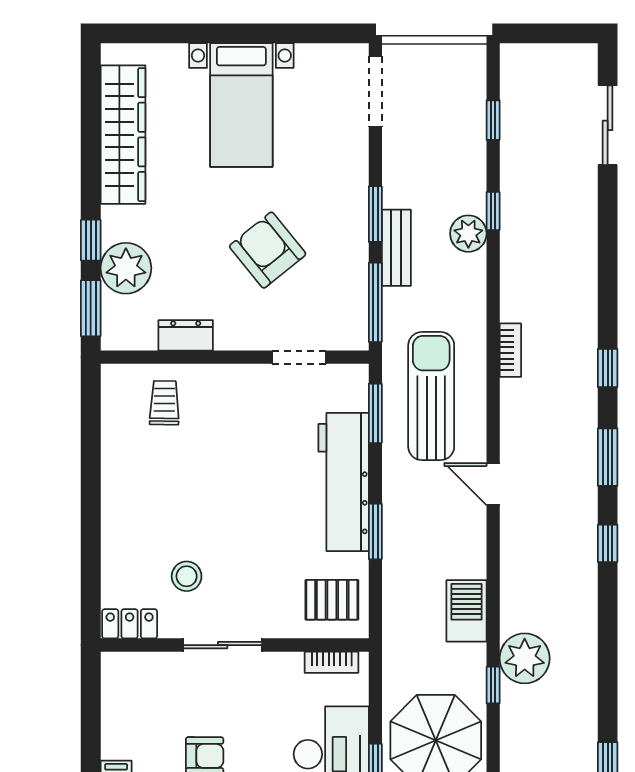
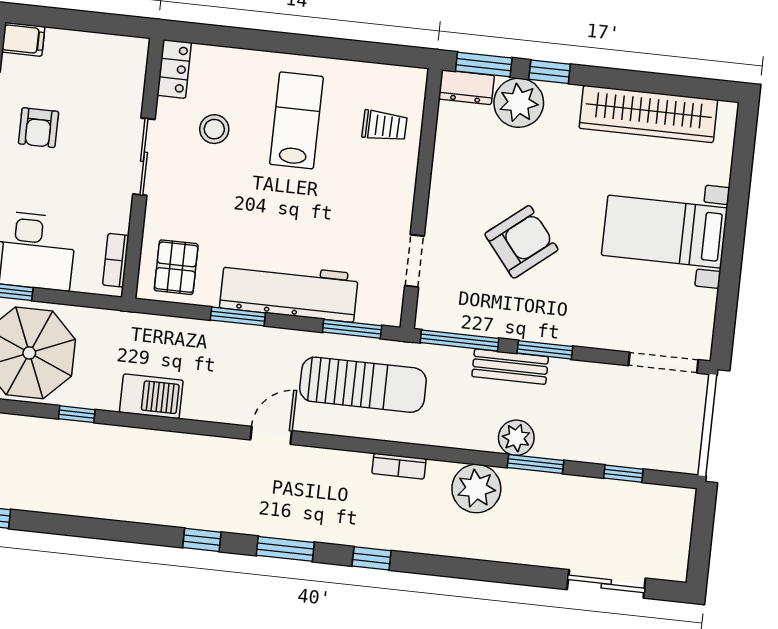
window: (493, 211) -> (536, 464), width x1.50
dresser: (186, 335) -> (466, 87), moved, turned 90
lab bench: (169, 493) -> (296, 120), added
plant: (525, 658) -> (476, 489), moved

